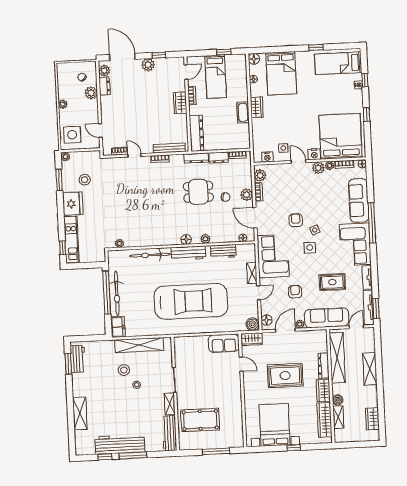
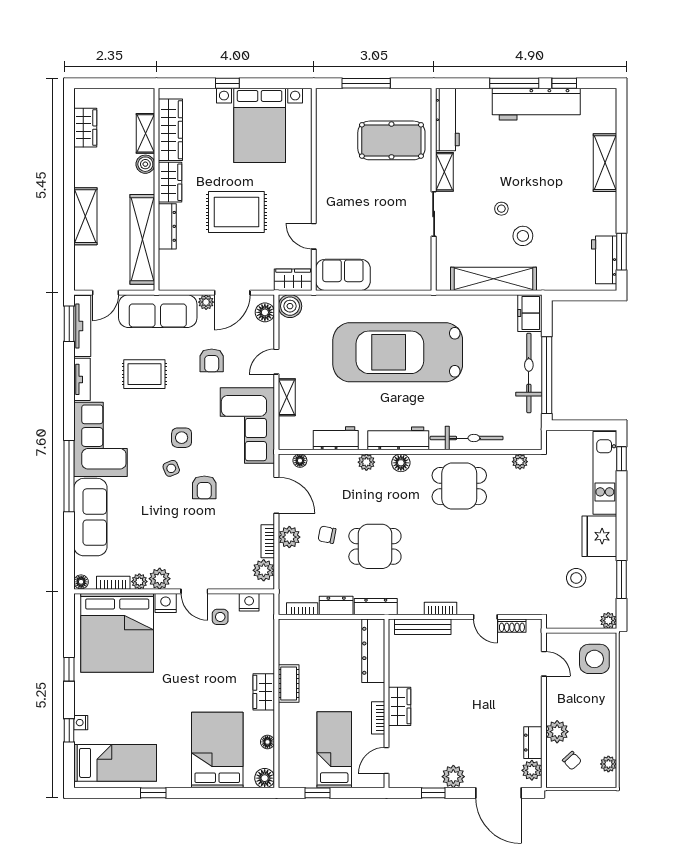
plant: (63, 104) -> (608, 764), moved
dining table: (153, 228) -> (459, 486), added

